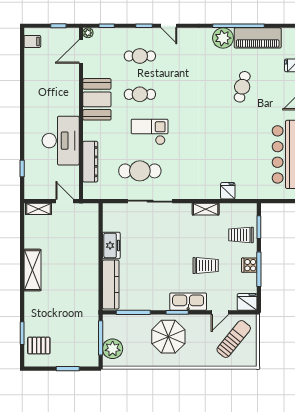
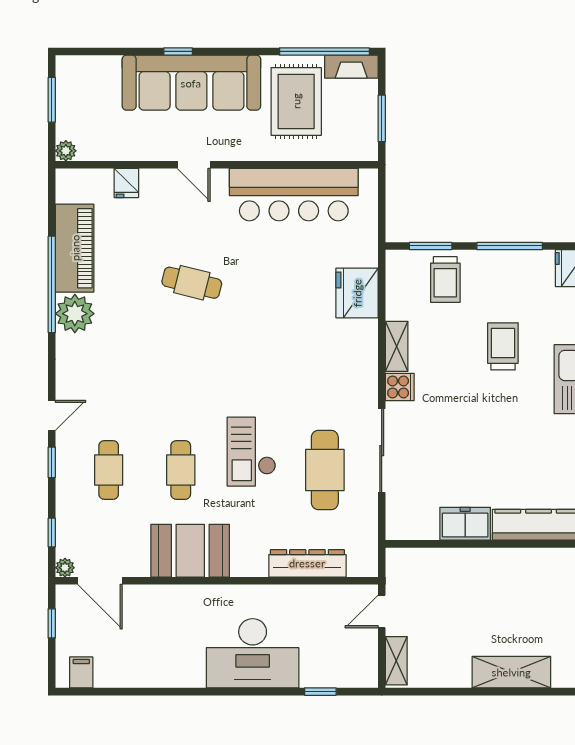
cafe table: (242, 87) -> (192, 283), moved
desk: (61, 141) -> (253, 653), moved, turned 180
fridge: (228, 191) -> (357, 293), width x1.88, depth x1.34
cooker: (249, 265) -> (400, 387), moved, turned -90

